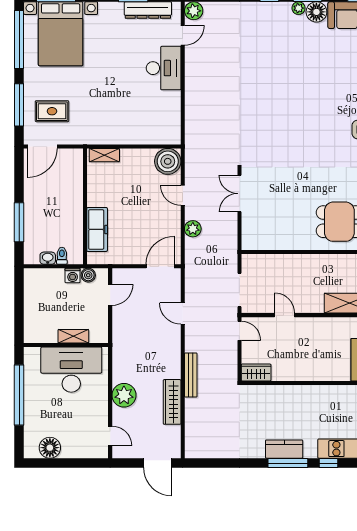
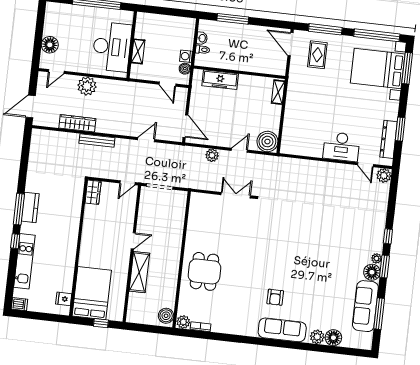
door: (285, 315) -> (133, 241), moved
floor lamp: (50, 448) -> (50, 45), moved

